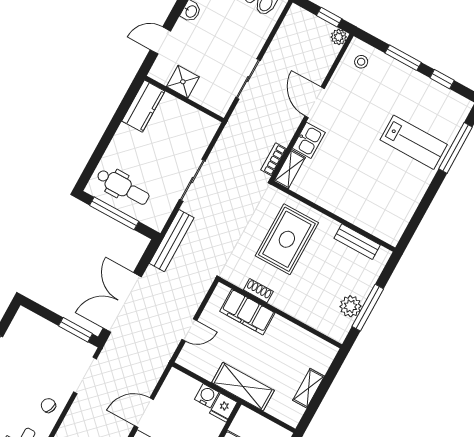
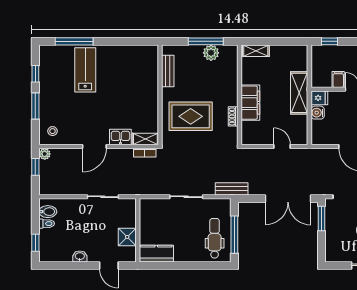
bench: (172, 241) -> (232, 189), width x0.73
filing cabinet: (247, 312) -> (250, 103), moved
shelving: (309, 388) -> (256, 51), moved

